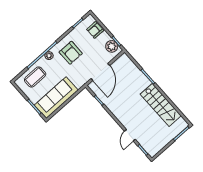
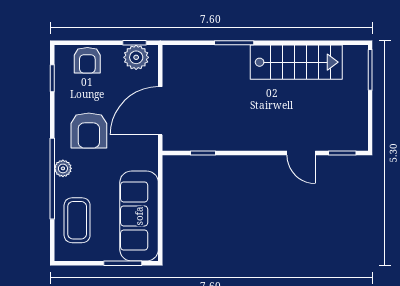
armchair: (71, 53) -> (89, 130), turned 90
door: (100, 72) -> (160, 111), swing flipped

